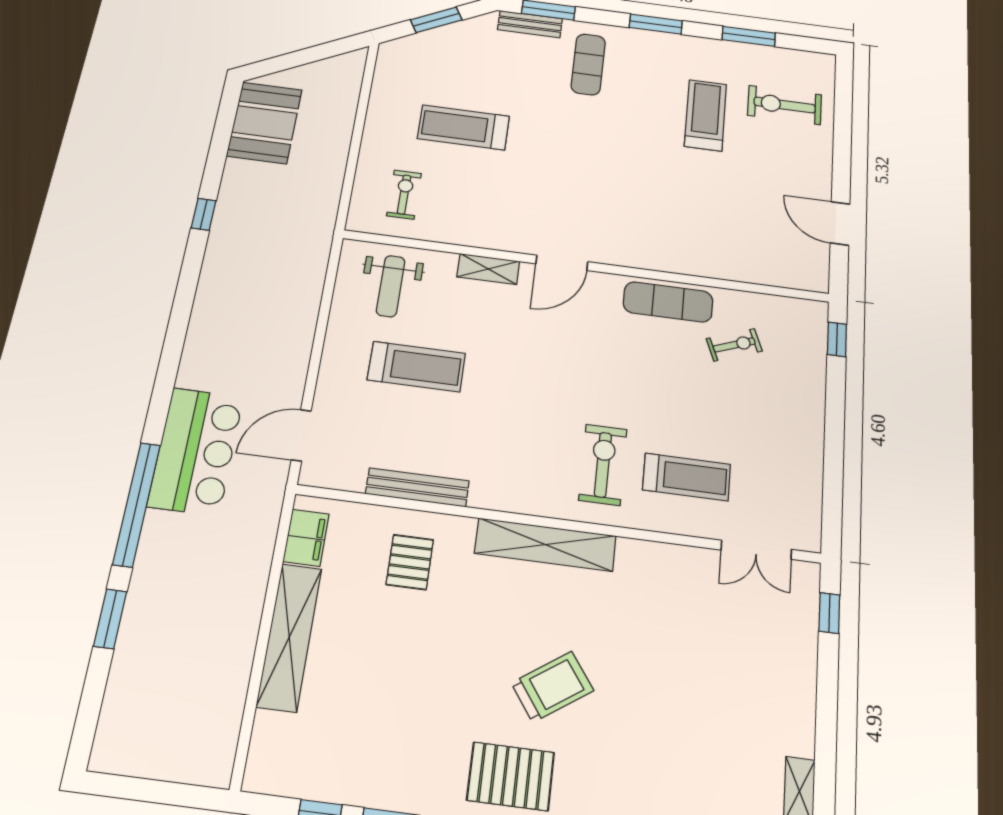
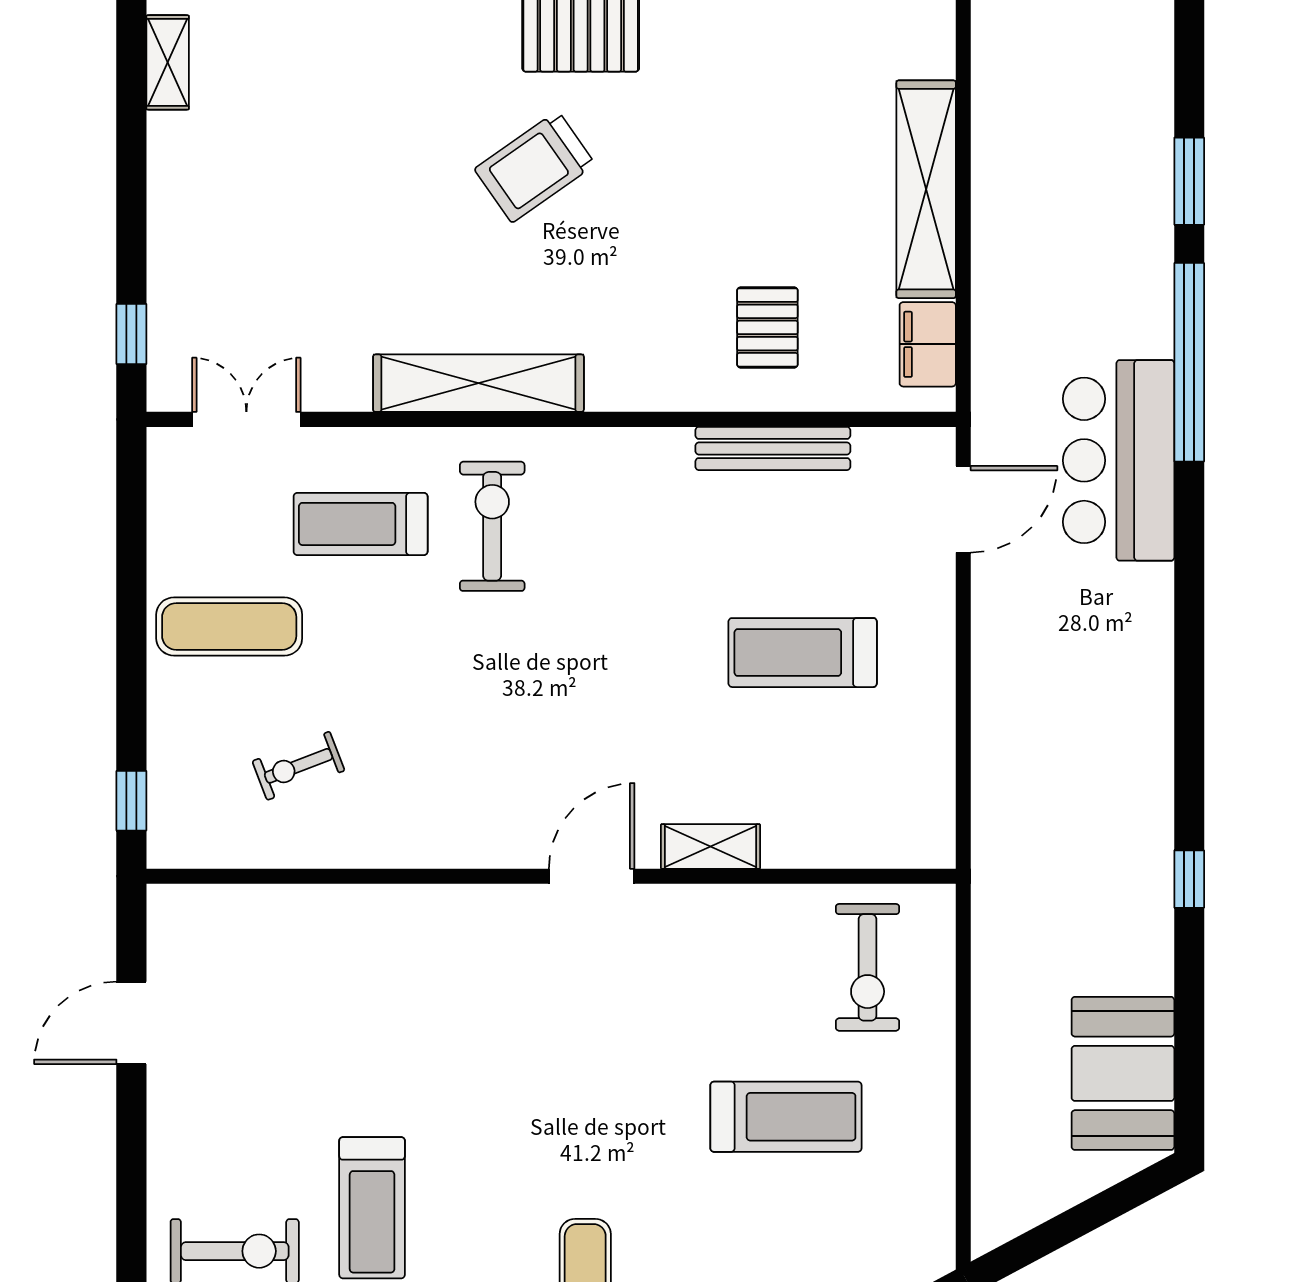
exercise bike: (404, 195) -> (868, 967), width x1.38, depth x1.39
door: (840, 223) -> (131, 1023), swing flipped
weight bench: (391, 286) -> (864, 791), removed
exercise mat: (668, 302) -> (229, 626), moved
exercise bike: (603, 465) -> (492, 526), turned 180
shelving: (545, 545) -> (478, 383), moved

